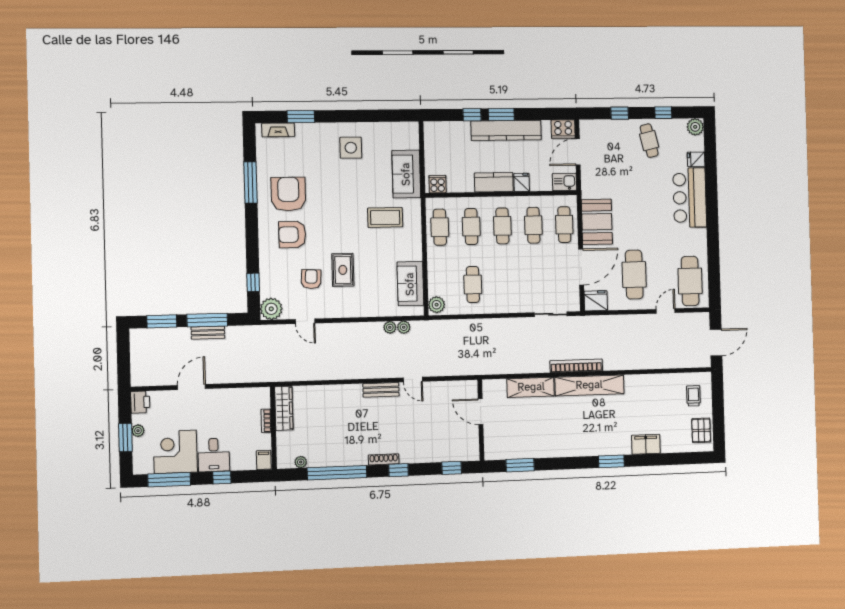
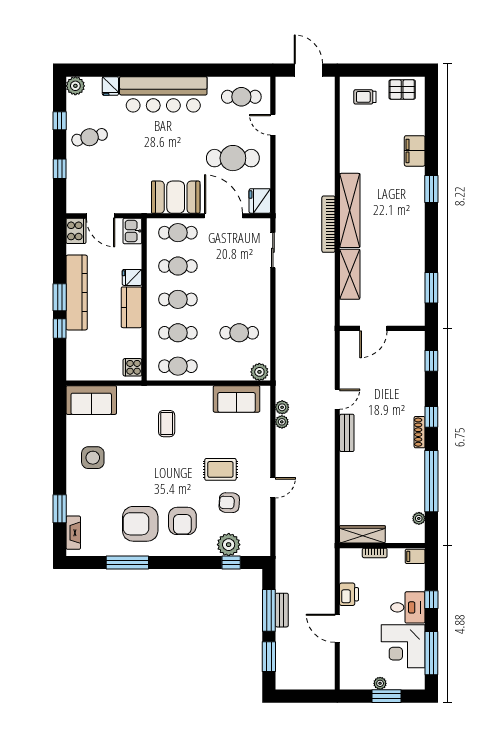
sofa: (406, 174) -> (91, 400), moved
bar counter: (690, 198) -> (163, 94), width x1.36
coffee table: (385, 218) -> (167, 424), width x0.73, depth x0.77
cafe table: (690, 281) -> (241, 97), width x0.73, depth x0.74
plant: (271, 309) -> (229, 545), moved
door: (305, 321) -> (273, 488), moved
printer: (140, 402) -> (349, 594), moved, turned 90

